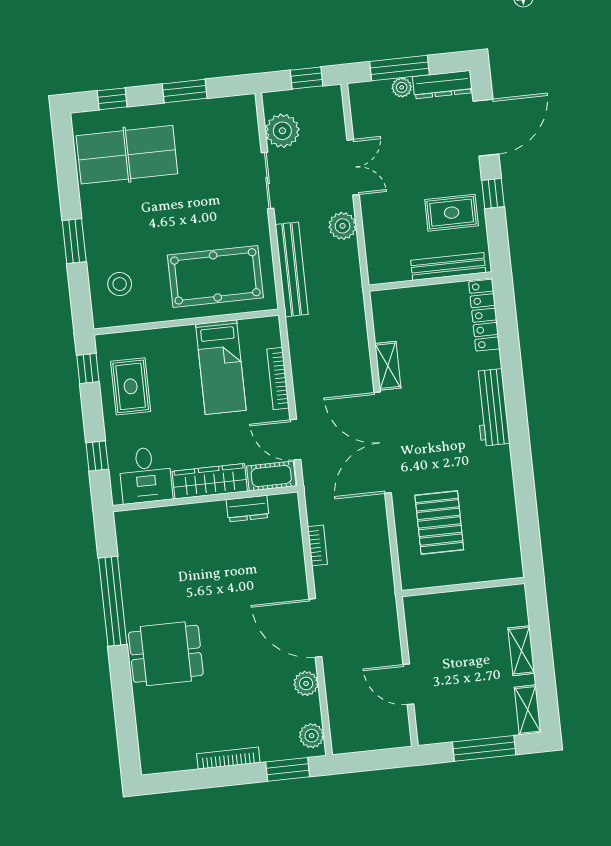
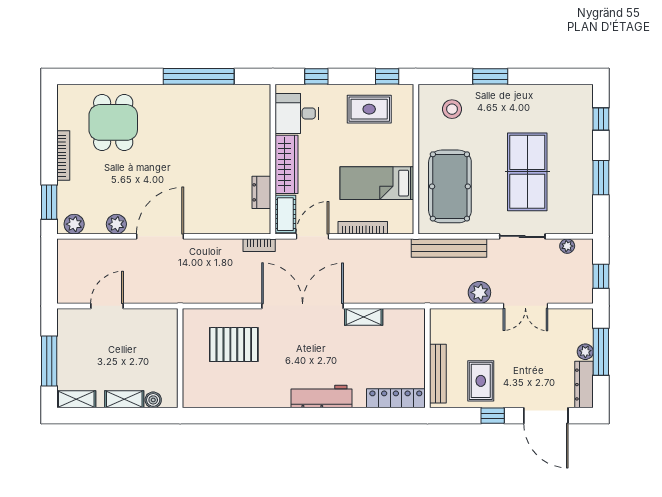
plant: (282, 131) -> (567, 246), width x0.53, depth x0.53
table tennis table: (127, 155) -> (527, 172), moved
bookcase: (317, 545) -> (259, 245), moved
boiler: (518, 615) -> (153, 400), added
dining table: (166, 654) -> (113, 122), moved

